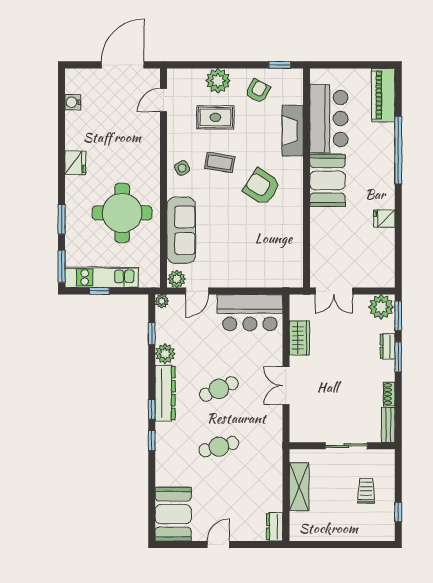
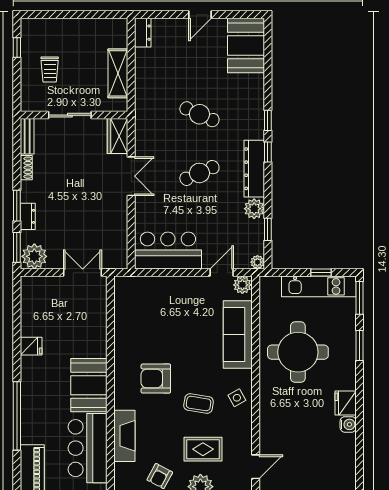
water cooler: (73, 102) -> (348, 424), moved
armchair: (262, 187) -> (156, 379), turned 147
wardrobe: (299, 338) -> (117, 136), moved
cafe table: (219, 447) -> (199, 114), turned 39

